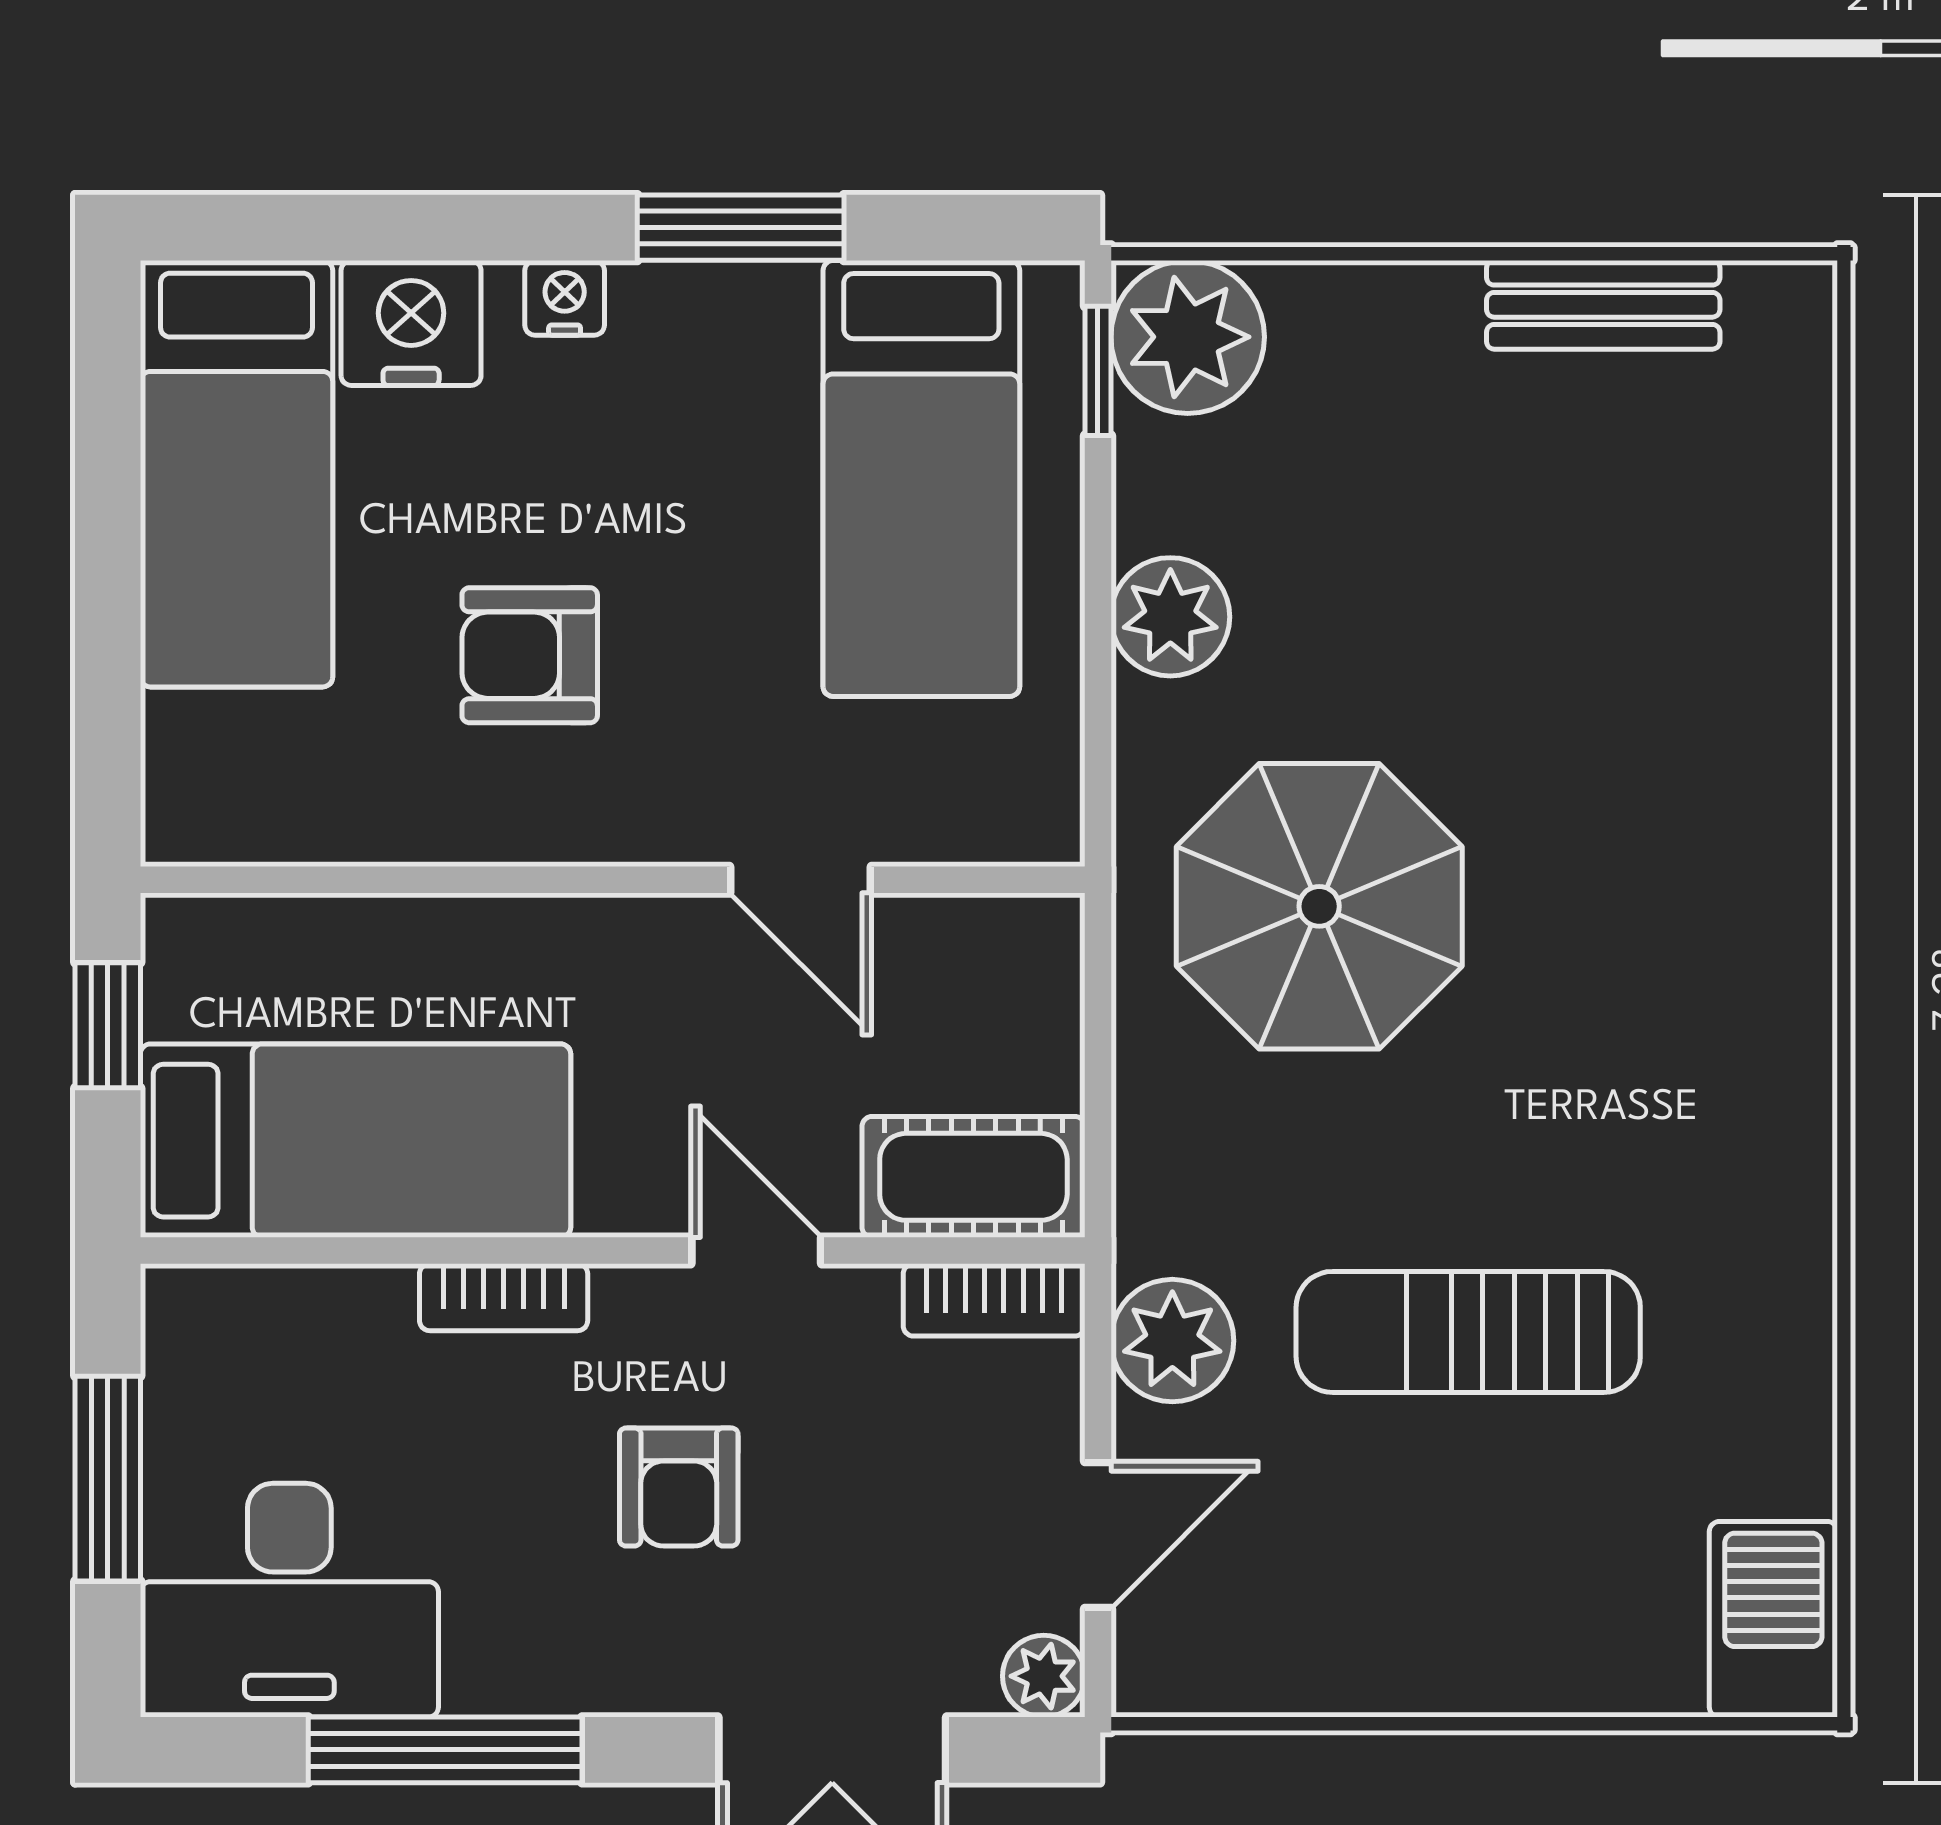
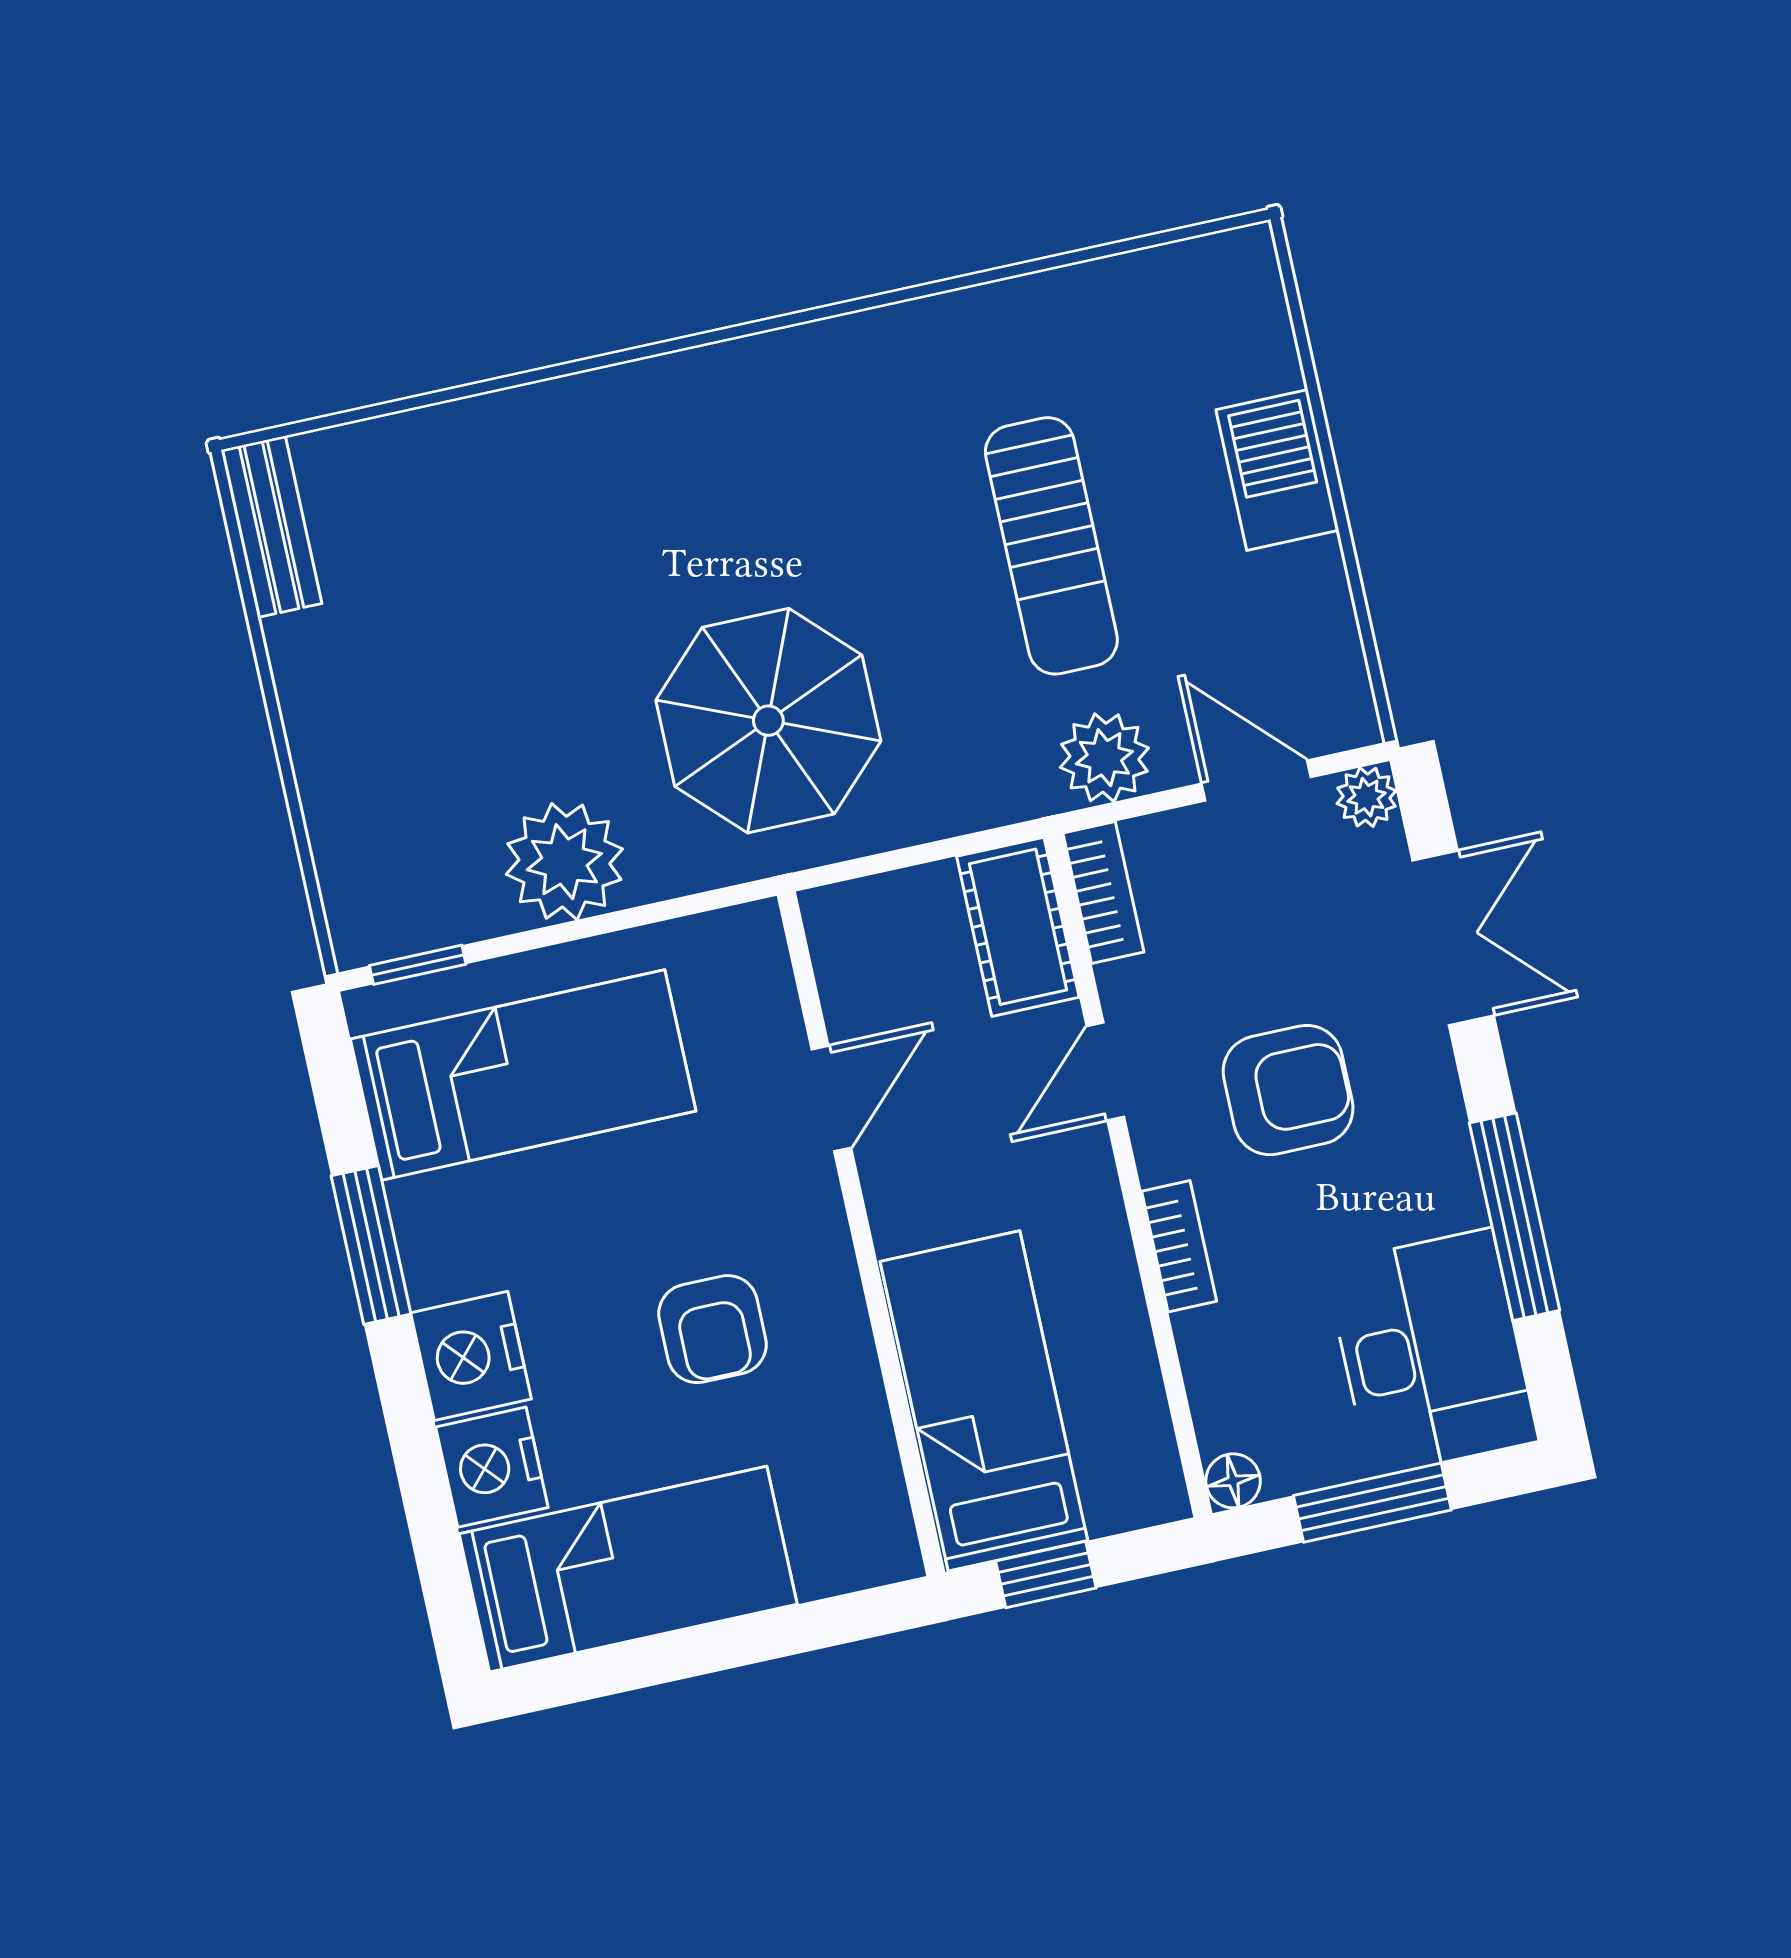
nightstand: (565, 298) -> (471, 1356), width x1.89, depth x1.79
bench: (1603, 305) -> (271, 527), moved
plant: (1188, 337) -> (379, 906), removed
plant: (1170, 617) -> (564, 862), width x1.36, depth x1.36
bed: (356, 1141) -> (984, 1401), moved
floor lamp: (177, 1300) -> (1233, 1481), added
armchair: (679, 1487) -> (1288, 1090), width x1.38, depth x1.38
barbecue: (1773, 1619) -> (1277, 470), moved, turned 90

